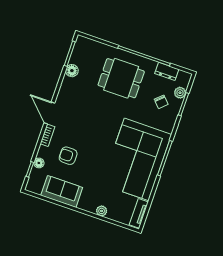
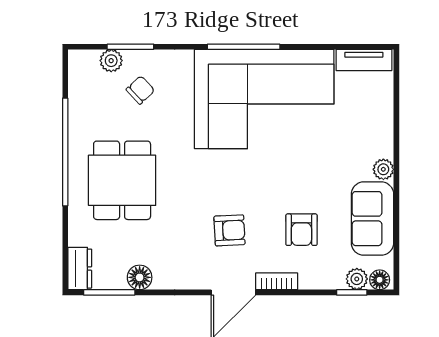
dresser: (167, 71) -> (80, 269), moved
armchair: (80, 121) -> (229, 230), added
floor lamp: (39, 163) -> (380, 280), moved
plant: (35, 174) -> (357, 279), added
plant: (102, 211) -> (383, 169), moved

